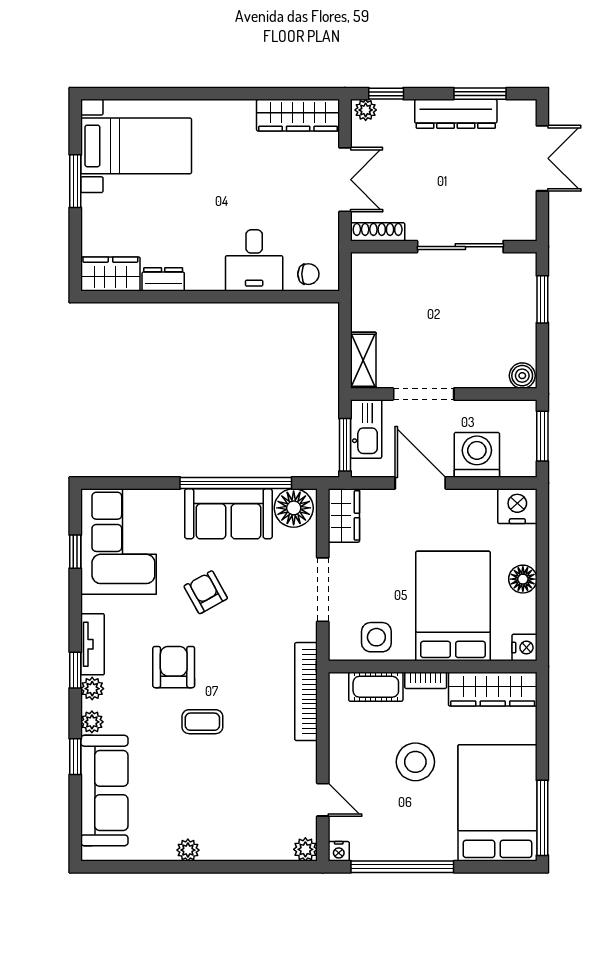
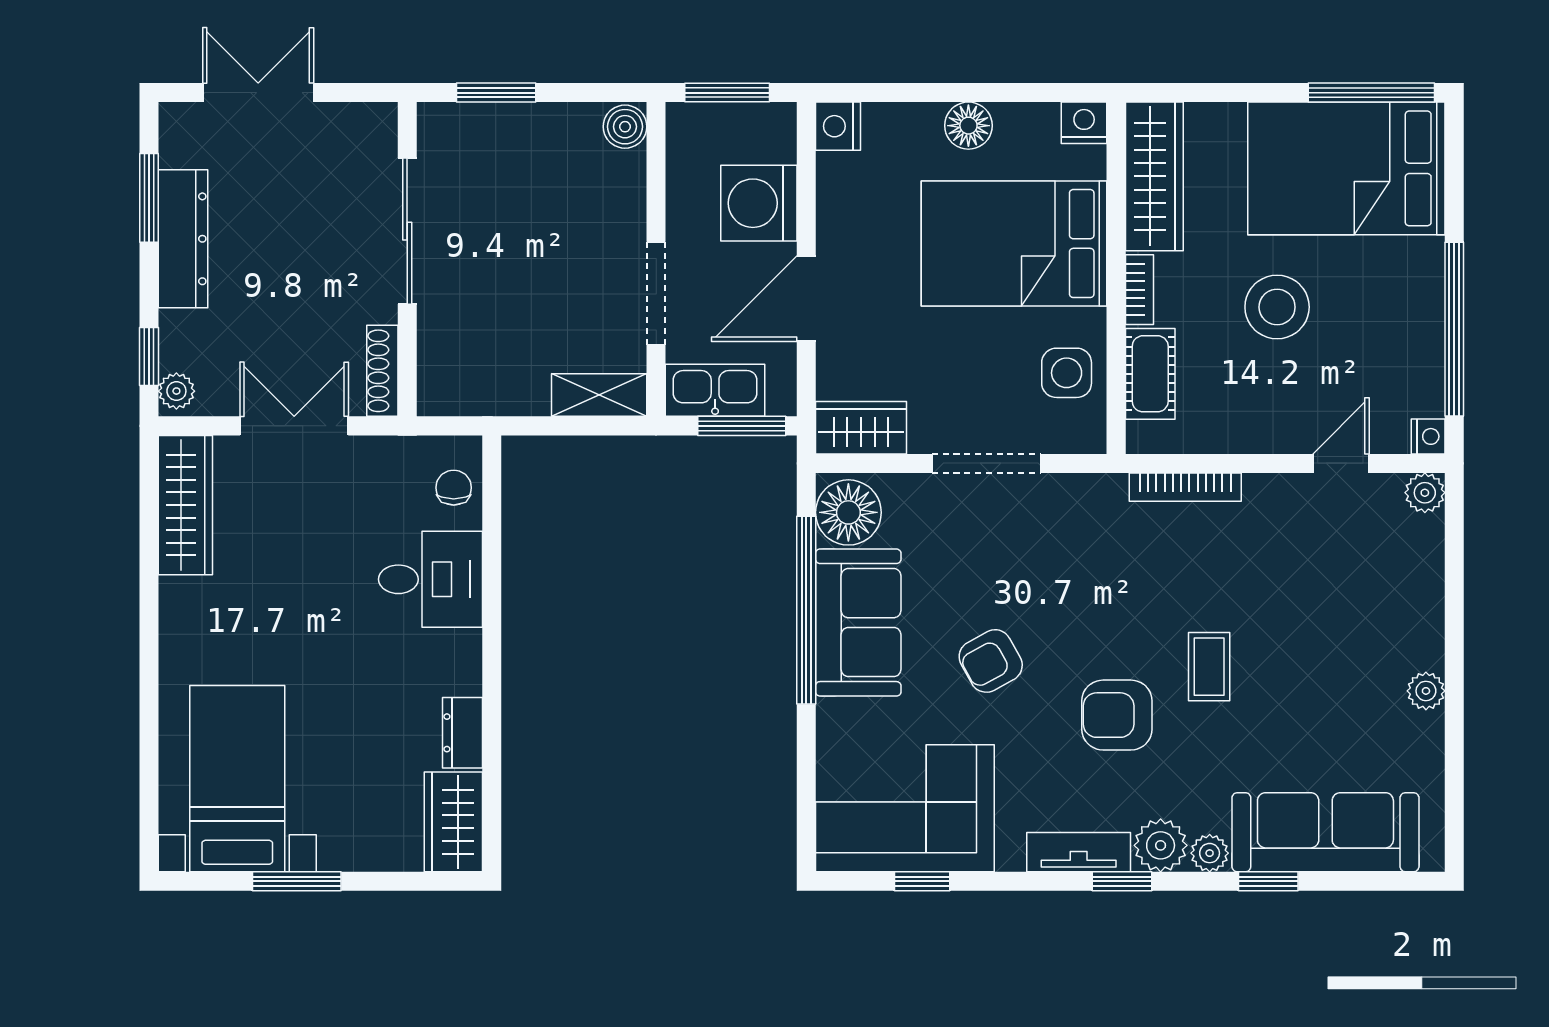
nightstand: (517, 506) -> (838, 126), width x0.74, depth x0.75
plant: (92, 689) -> (1161, 845), width x1.38, depth x1.38
bookcase: (306, 692) -> (1185, 487), width x0.68, depth x0.76

